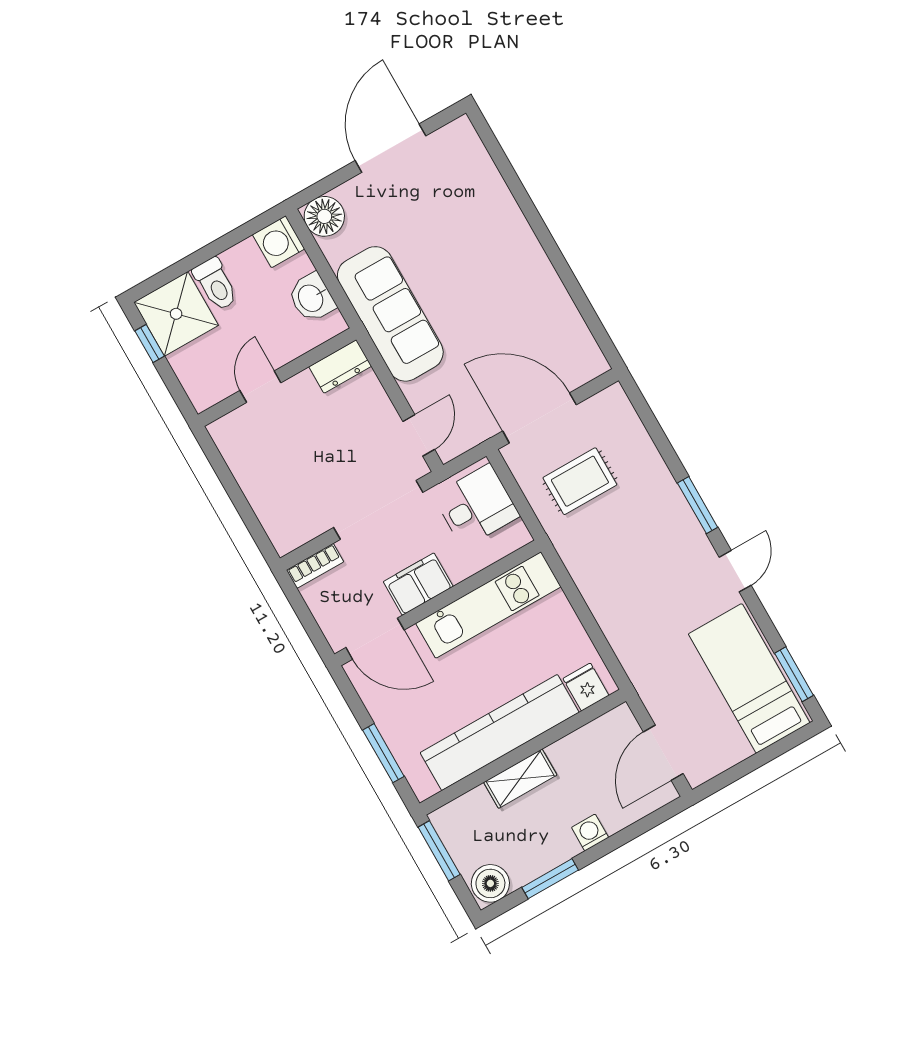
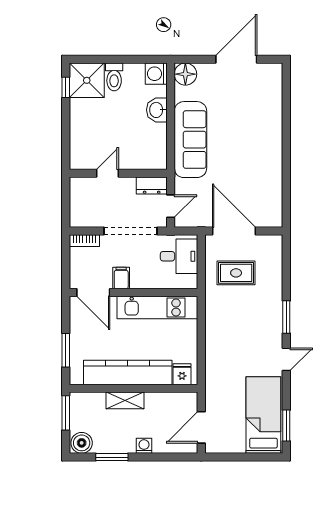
dresser: (340, 366) -> (152, 185), moved
wall: (277, 377) -> (118, 173), moved
door: (260, 387) -> (107, 173), moved
filing cabinet: (418, 584) -> (121, 278), width x0.50

